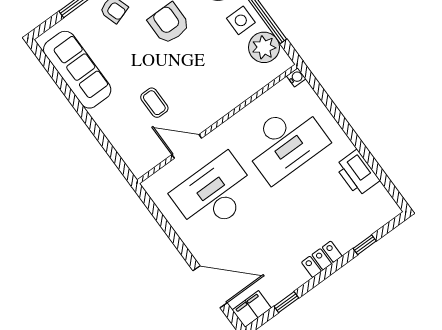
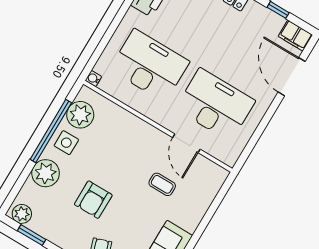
coffee table: (154, 103) -> (162, 184), turned 90
desk: (214, 194) -> (215, 105), turned 180

